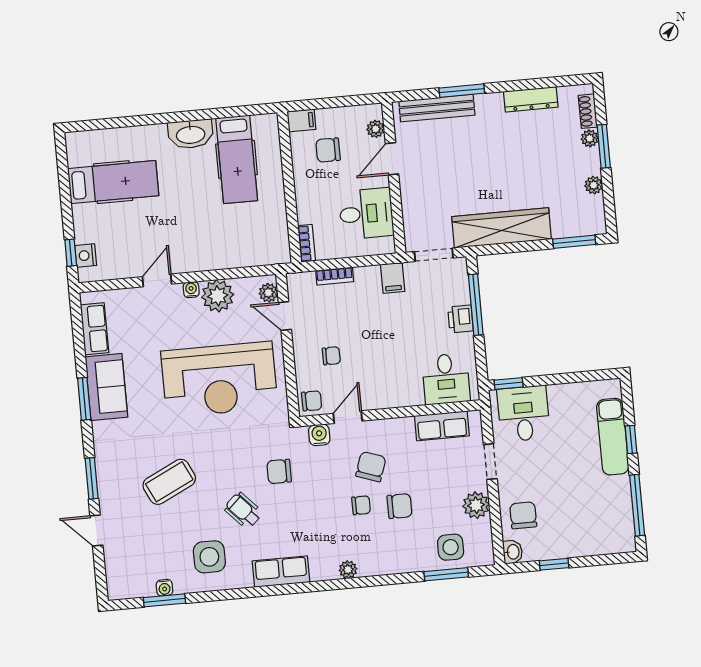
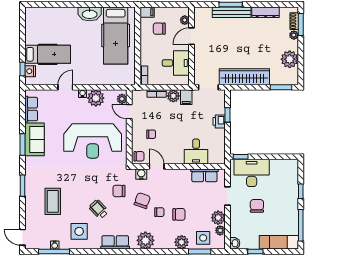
bench: (437, 108) -> (232, 12), moved
window: (604, 146) -> (301, 25), moved
hospital bed: (237, 159) -> (116, 35), width x1.37, depth x1.29
hospital bed: (113, 182) -> (48, 54), moved
plant: (594, 185) -> (290, 59), width x1.88, depth x1.88
plant: (367, 278) -> (173, 96), added
window: (476, 305) -> (228, 115), width x0.46
desk: (446, 379) -> (196, 151), moved
desk: (524, 414) -> (252, 173), width x1.37
door: (348, 417) -> (157, 166), hinge flipped
exam couch: (613, 437) -> (279, 242), moved, turned 90
chair: (371, 467) -> (142, 201), moved
coffee table: (169, 482) -> (53, 201), moved, turned -64
chair: (523, 515) -> (257, 206), moved
plant: (482, 530) -> (220, 230), added
door: (96, 531) -> (23, 237), moved
plant: (409, 559) -> (182, 242), added
plant: (348, 570) -> (145, 240), width x1.87, depth x1.87
window: (164, 600) -> (54, 252), width x1.44

